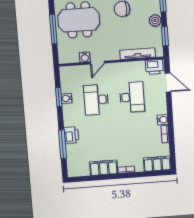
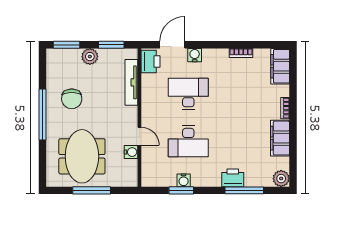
water cooler: (163, 120) -> (195, 55), moved
plant: (74, 171) -> (281, 179), added

